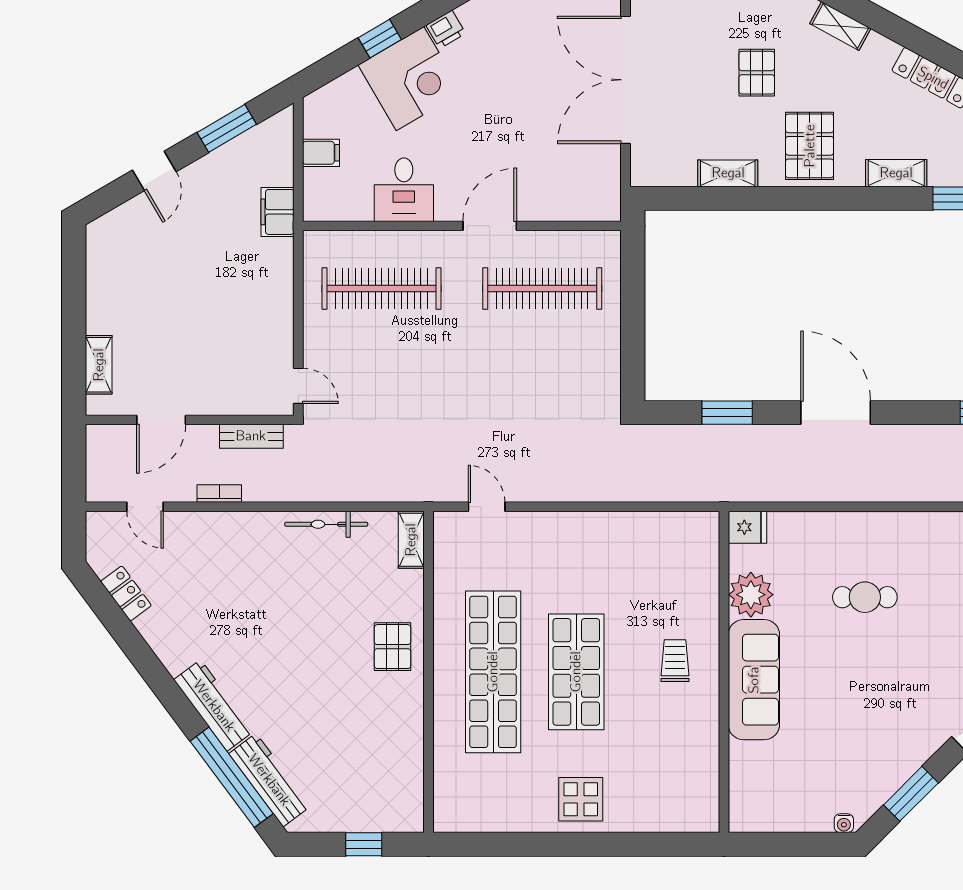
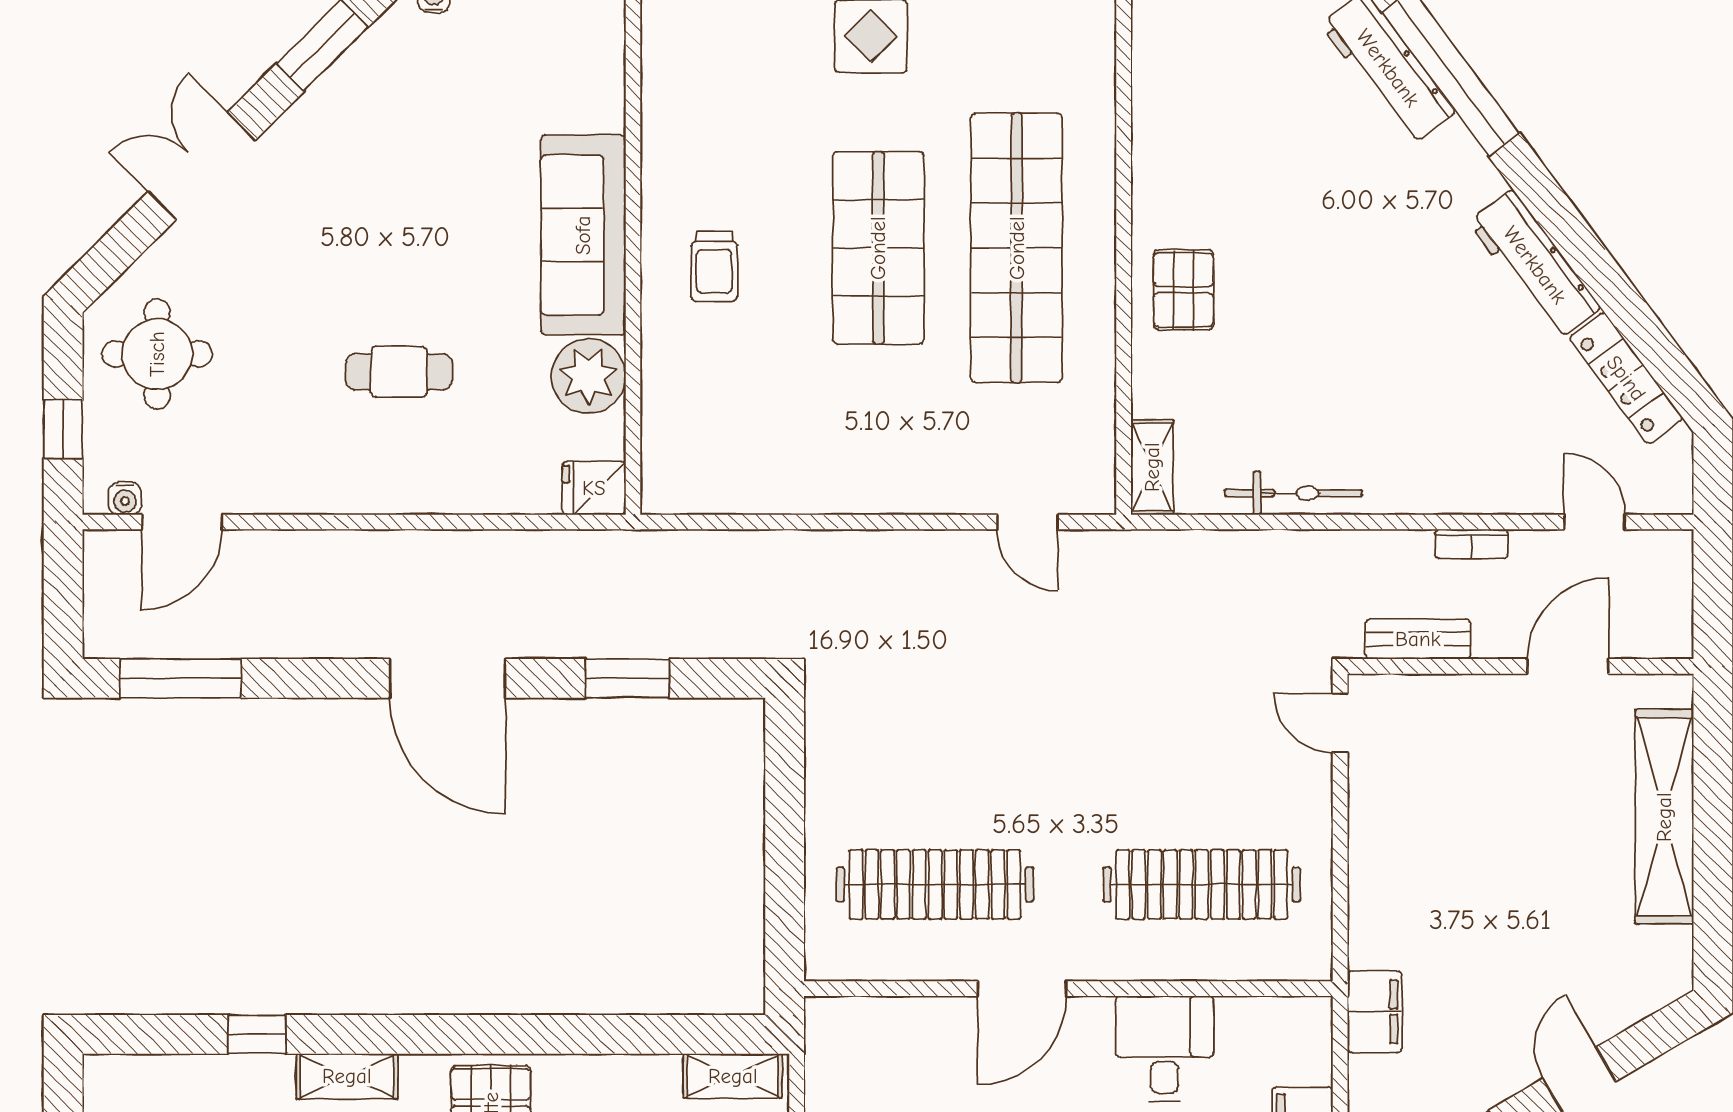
shelving: (728, 173) -> (733, 1076), moved
shelving: (99, 365) -> (1664, 817), width x2.20, depth x1.33
locker: (126, 593) -> (1626, 378), width x1.53
workbench: (214, 706) -> (1535, 265), moved

